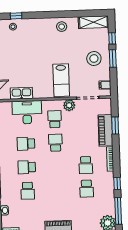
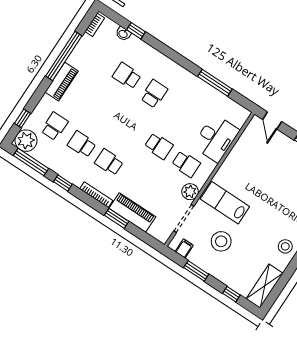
window: (113, 58) -> (196, 271), moved
stool: (94, 59) -> (221, 241), moved
kitchen sink: (21, 93) -> (242, 147), removed
window: (115, 126) -> (117, 218), moved
school desk: (26, 144) -> (54, 126), moved

